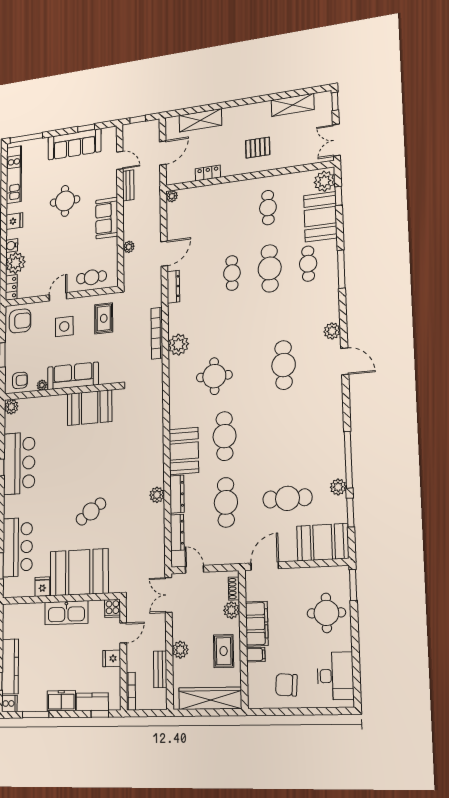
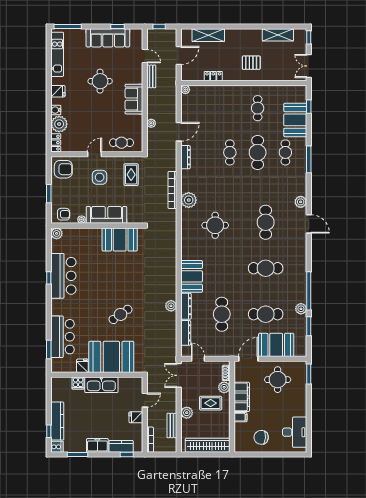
plant: (324, 181) -> (299, 95), removed
cafe table: (225, 436) -> (266, 268), moved, turned 90
booth: (323, 542) -> (276, 345), moved
cooker: (112, 608) -> (78, 383), moved
round table: (326, 613) -> (278, 380), moved
rug: (224, 651) -> (211, 403), moved, turned 90

